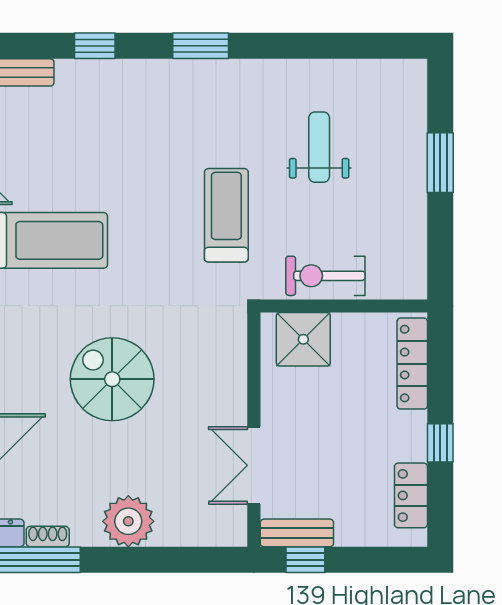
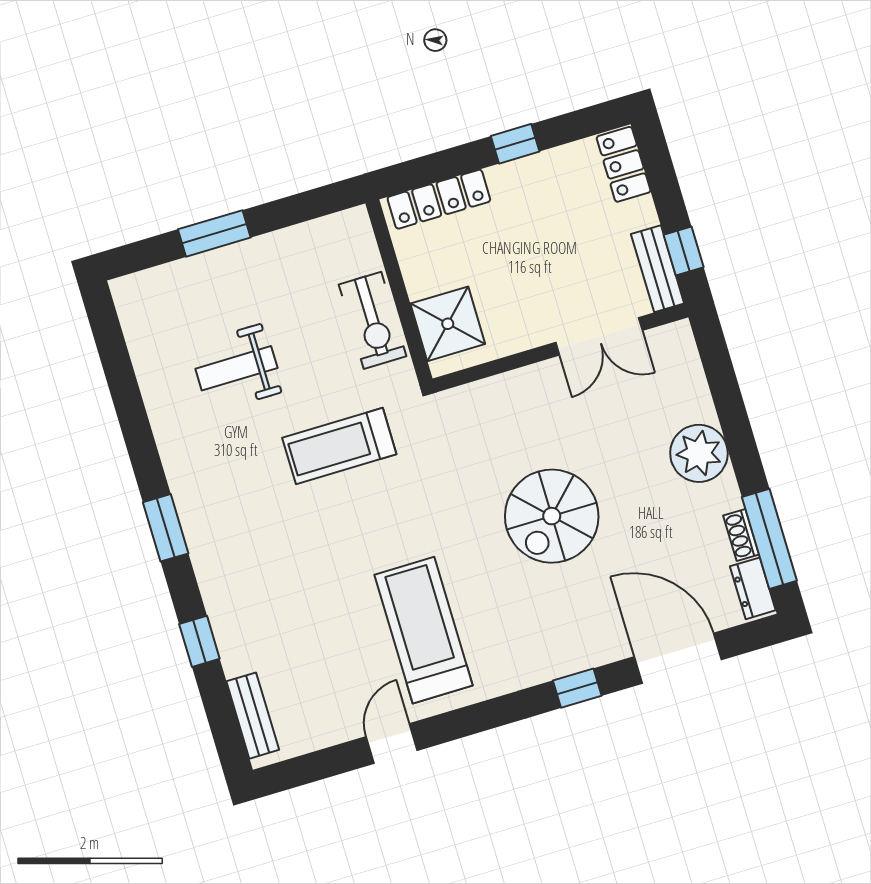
locker: (411, 495) -> (624, 164), moved, turned 90

